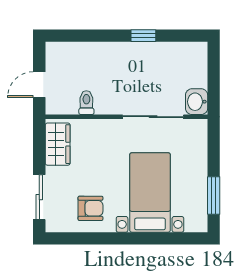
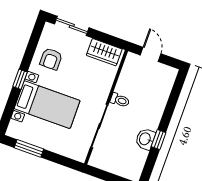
washbasin: (197, 102) -> (145, 139), moved, turned -90
toilet: (86, 103) -> (120, 100), moved
window: (130, 238) -> (20, 79), added

